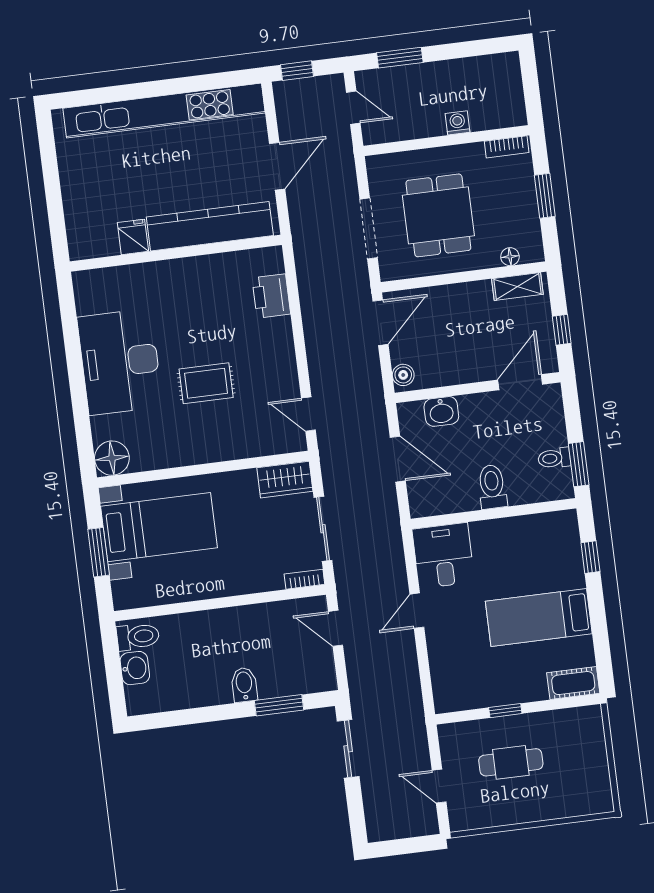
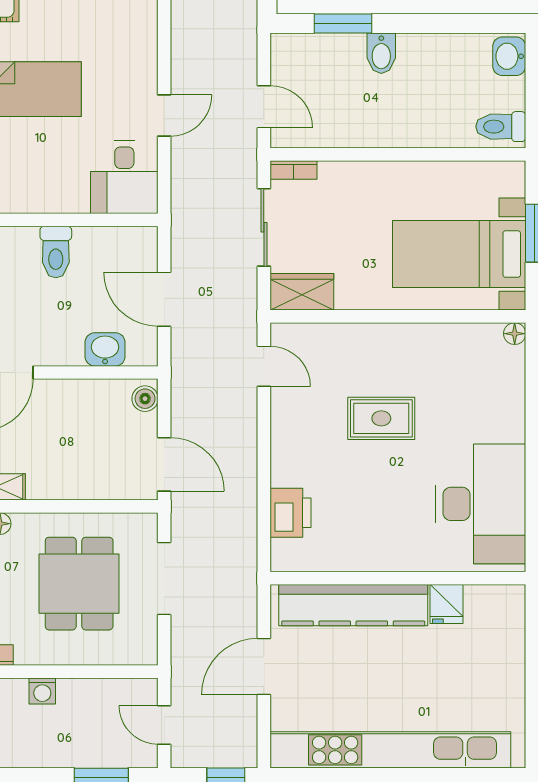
door: (380, 323) -> (164, 464), swing flipped
desk: (120, 362) -> (481, 504), moved
floor lamp: (112, 458) -> (515, 334), width x0.53, depth x0.53
washbasin: (135, 668) -> (509, 56), moved

